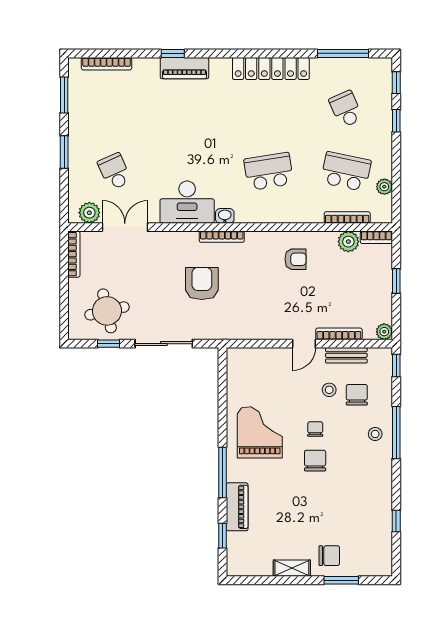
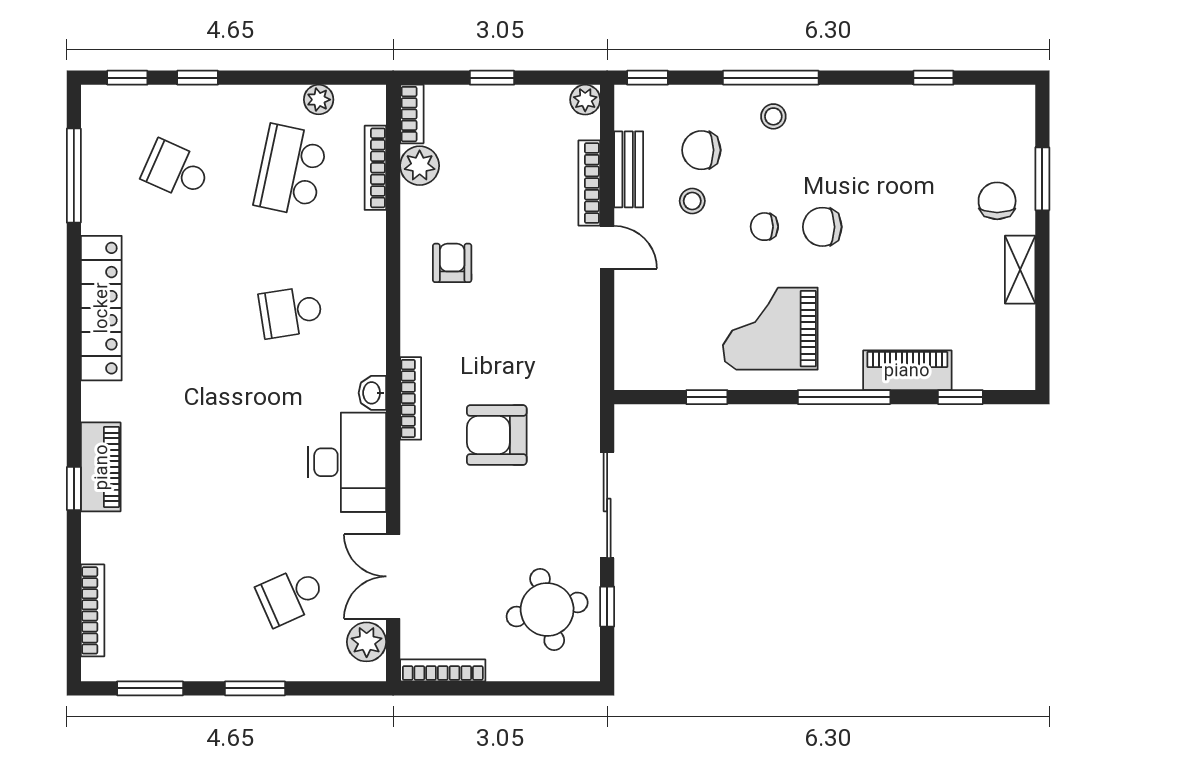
school desk: (346, 109) -> (176, 170), turned 48
school desk: (269, 172) -> (291, 312), width x0.54
window: (223, 398) -> (707, 397), added

